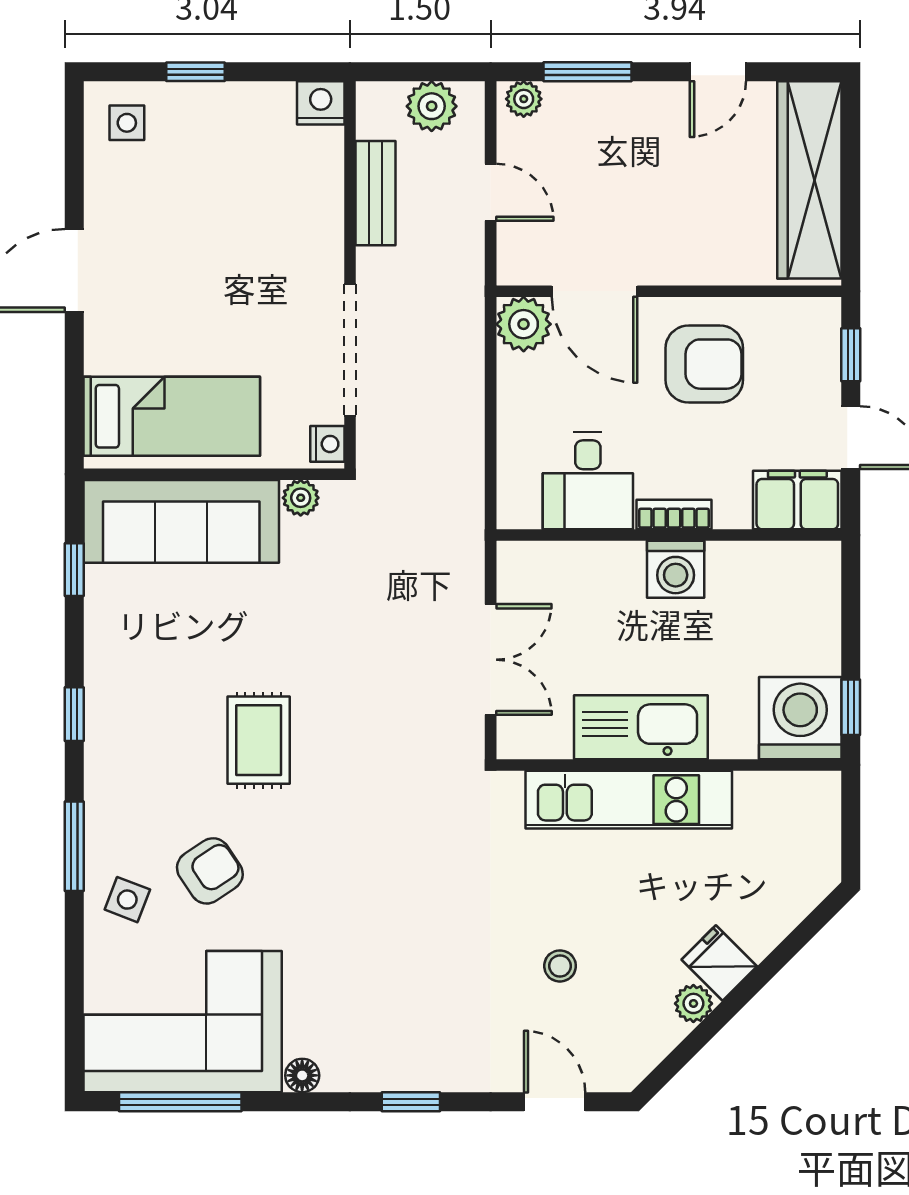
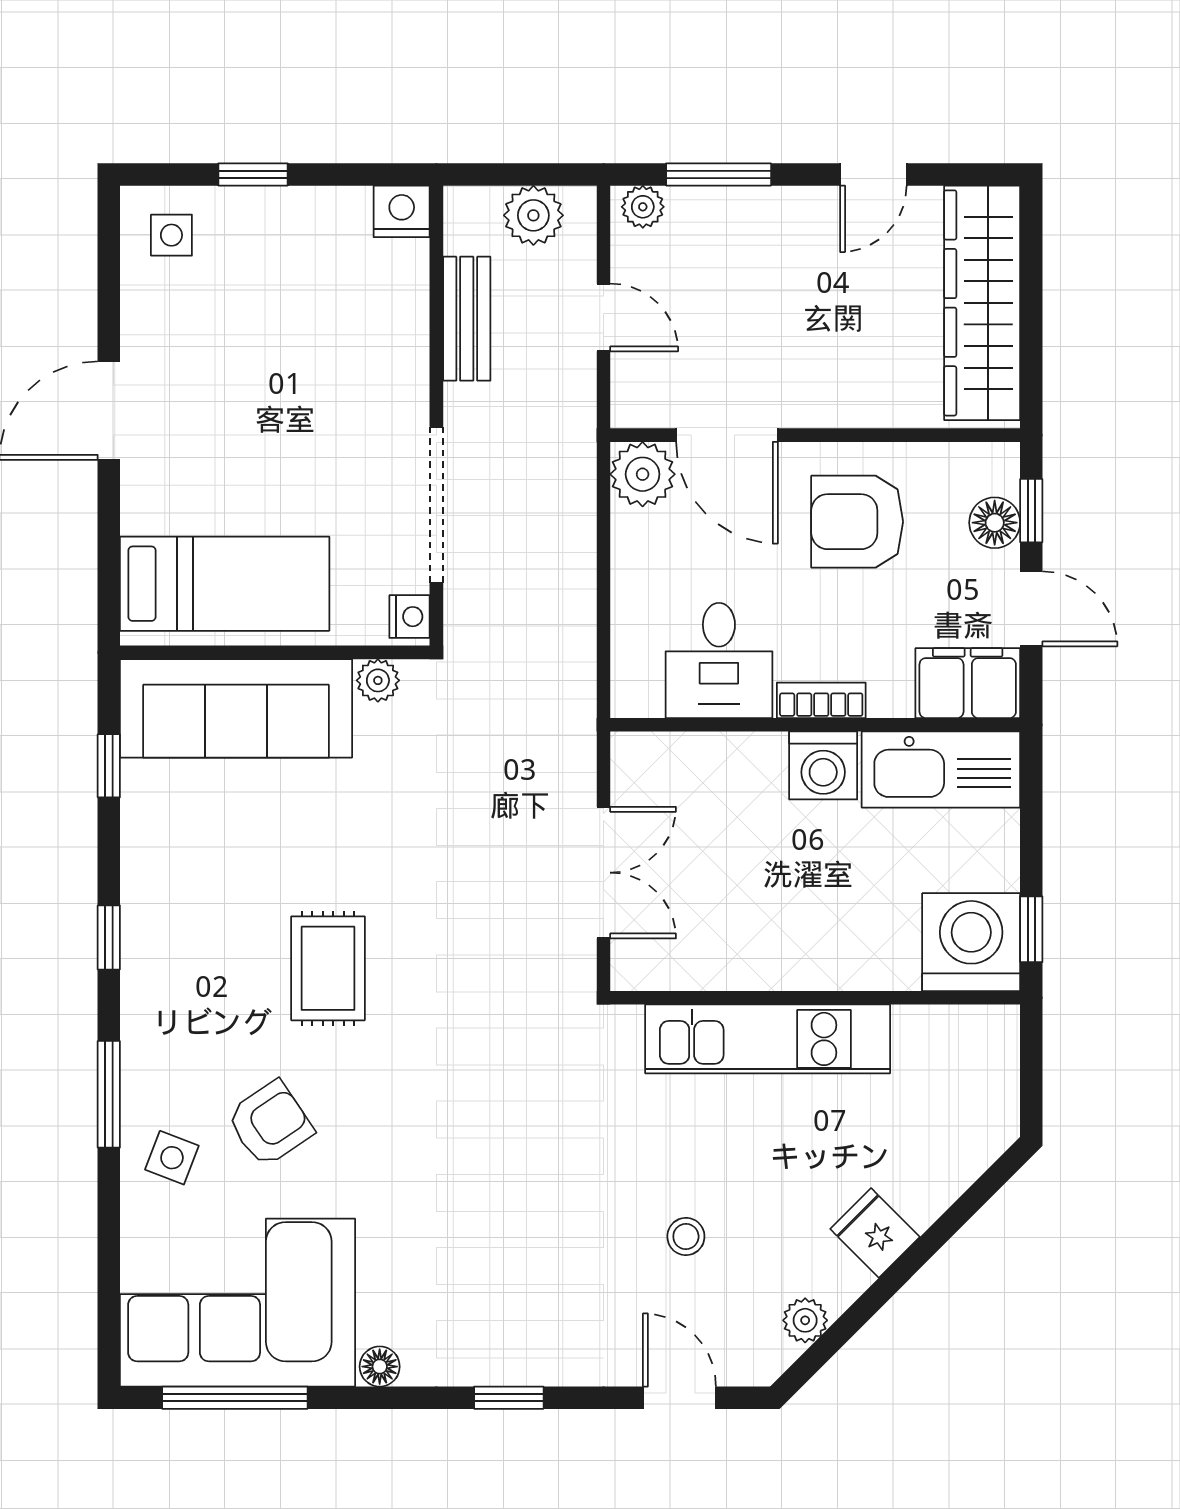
armchair: (704, 364) -> (857, 522), turned 180
floor lamp: (820, 365) -> (995, 523), added
kitchen sink: (641, 727) -> (941, 770), moved, turned 180
plant: (693, 1003) -> (805, 1320), moved

